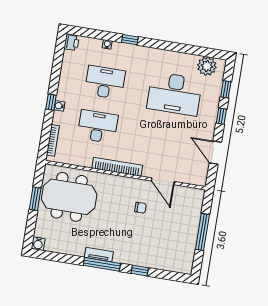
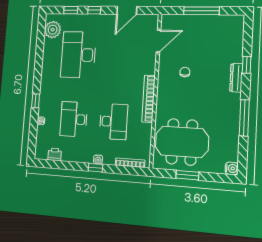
printer: (72, 43) -> (55, 154), moved
desk: (174, 94) -> (78, 55), turned 180
desk: (98, 127) -> (113, 122), turned 180
door: (163, 181) -> (158, 41), moved
meeting table: (69, 197) -> (182, 142), turned 90
tv unit: (99, 254) -> (235, 107), removed
dresser: (128, 259) -> (236, 78), added
window: (102, 264) -> (244, 118), moved

